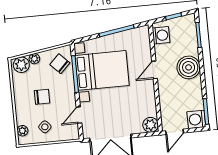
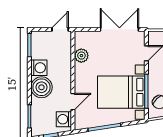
door: (154, 70) -> (73, 102), moved
washing machine: (196, 119) -> (39, 68), moved
plant: (151, 125) -> (81, 56), moved

